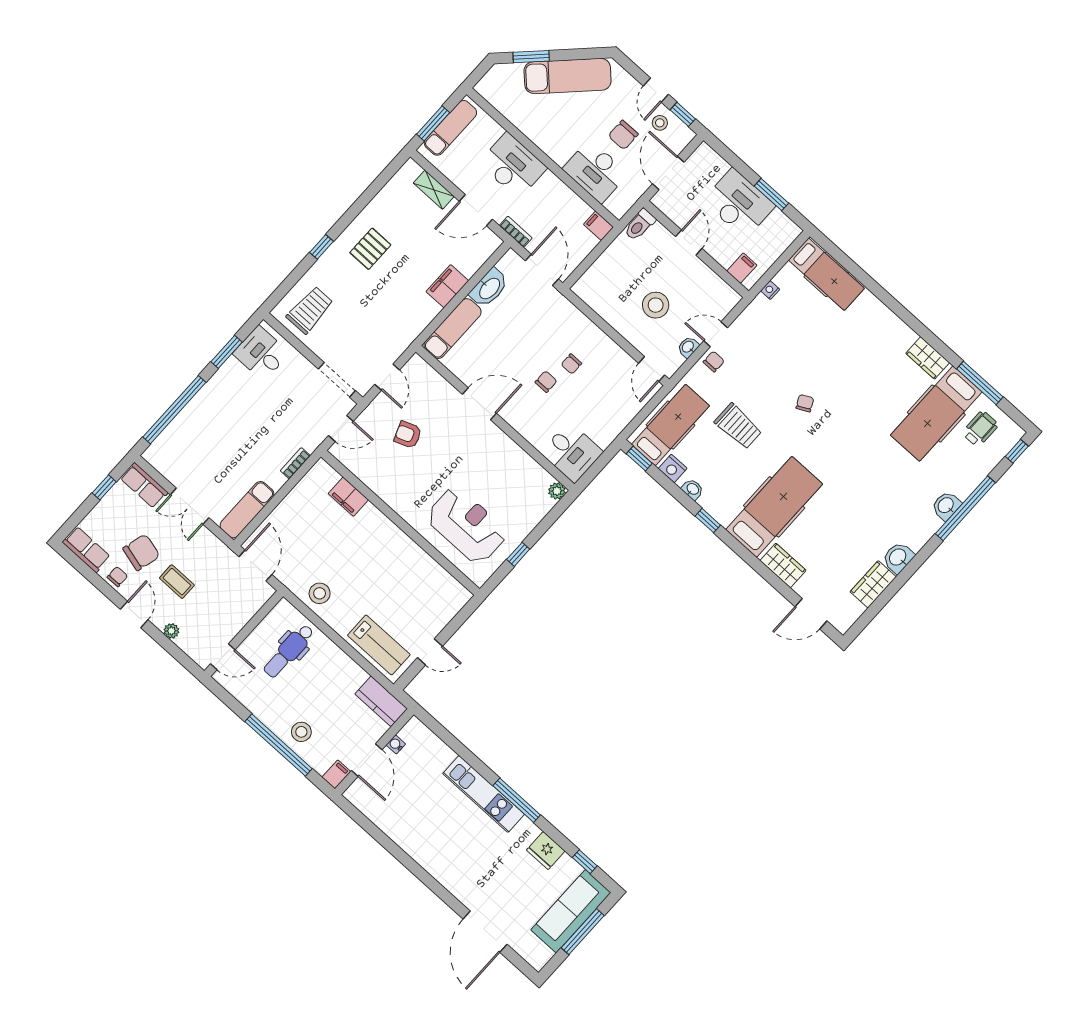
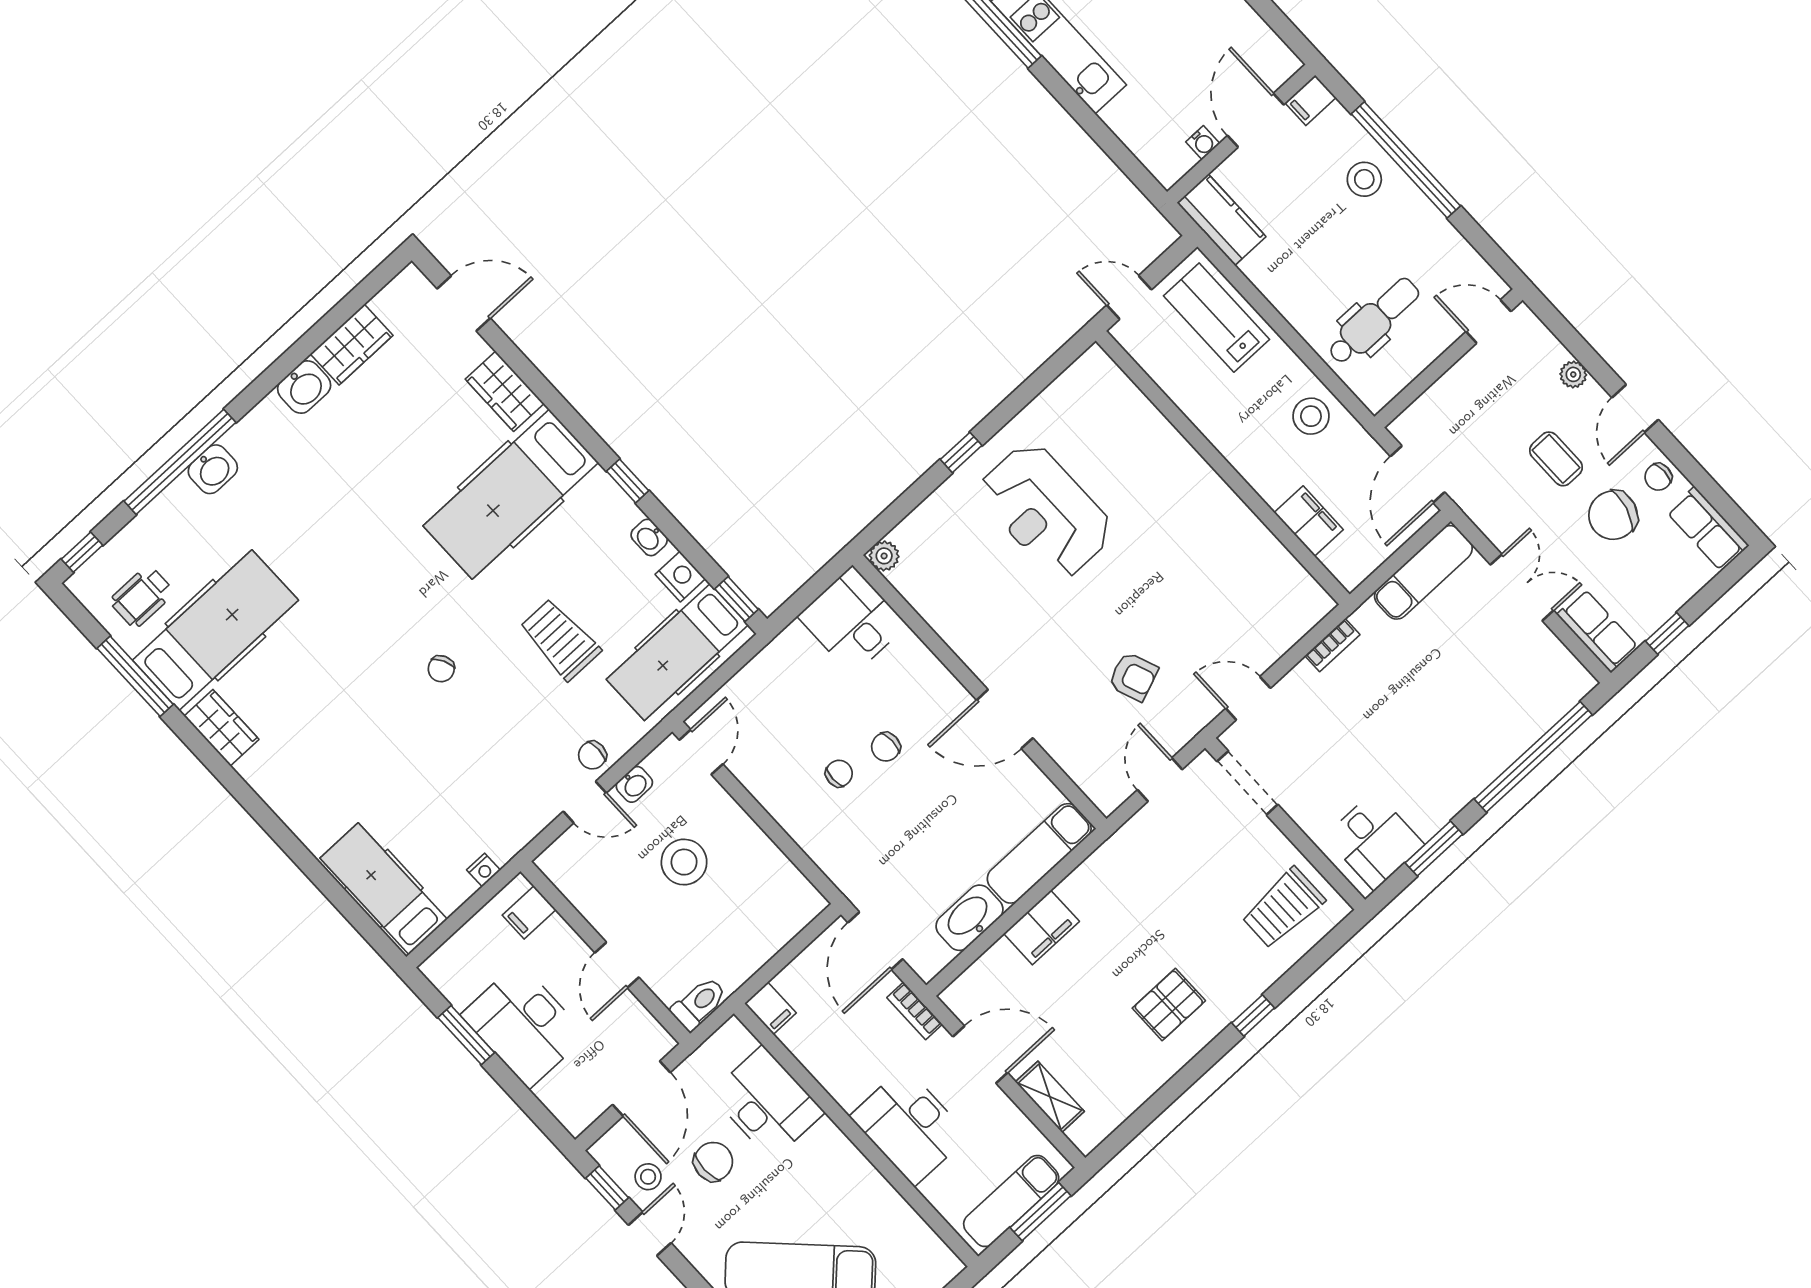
filing cabinet: (348, 497) -> (1309, 521), moved
wall: (400, 523) -> (1223, 468), moved

